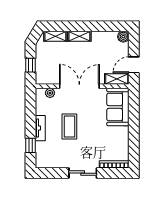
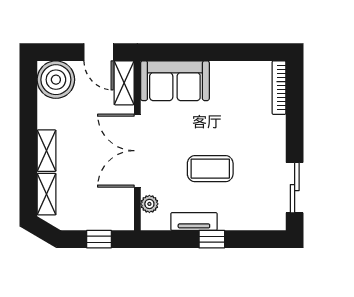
boiler: (123, 37) -> (56, 80), width x1.86, depth x1.86
tv unit: (40, 128) -> (194, 221), moved
window: (31, 145) -> (212, 239), moved
sliding door: (83, 173) -> (295, 188), moved

